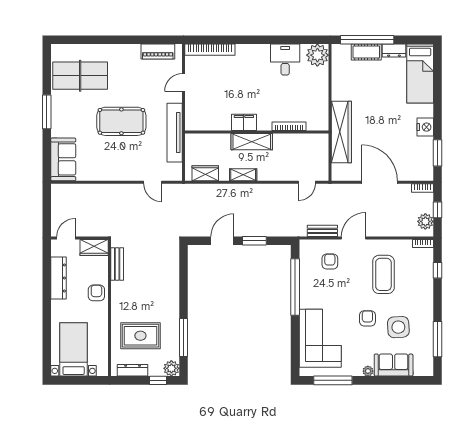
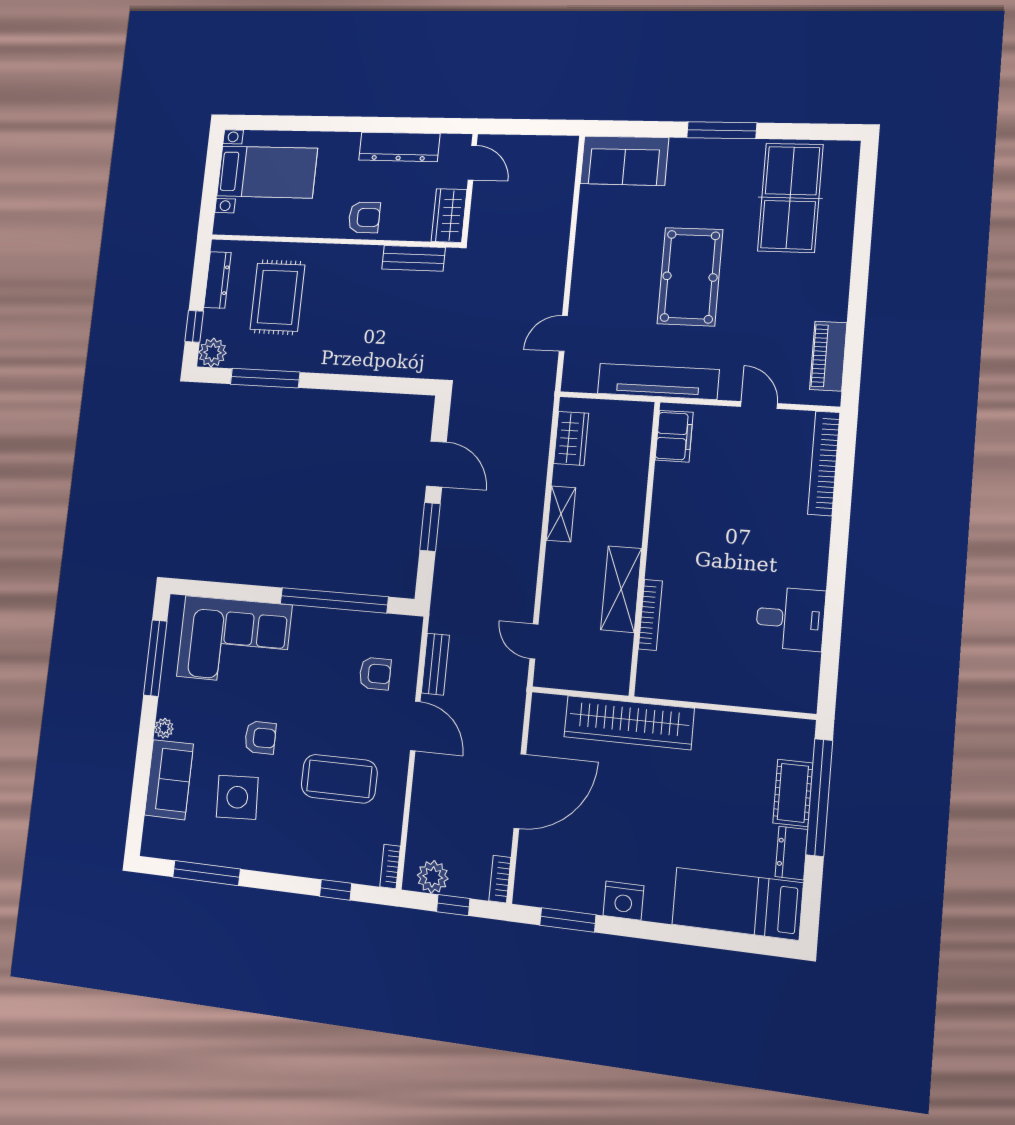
plant: (317, 55) -> (794, 688), removed
filing cabinet: (244, 122) -> (674, 436), moved
shelving: (252, 142) -> (621, 589), moved

